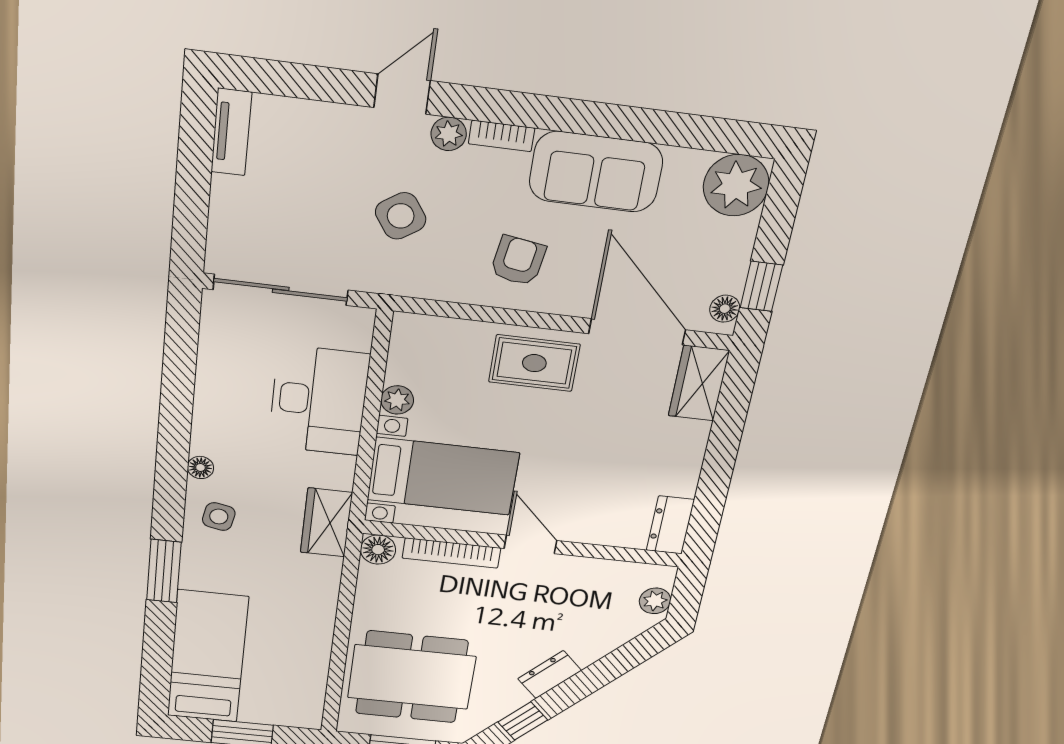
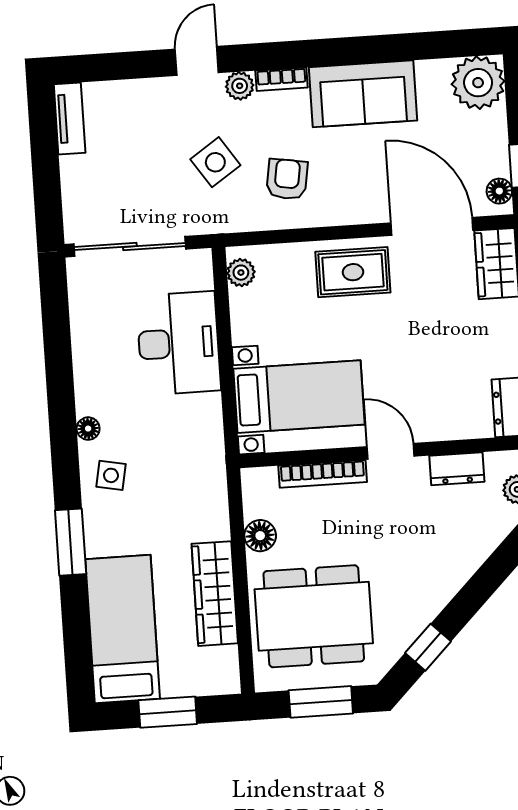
armchair: (518, 261) -> (287, 179), moved
plant: (397, 400) -> (241, 273), moved
wardrobe: (326, 522) -> (215, 594), moved, width x1.50
floor lamp: (378, 550) -> (260, 536), moved
dresser: (550, 675) -> (457, 469), moved, turned -135

